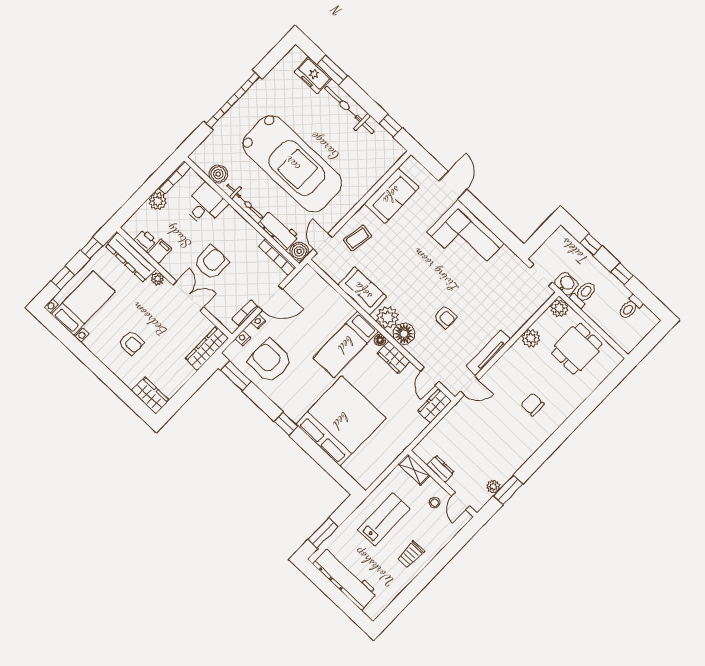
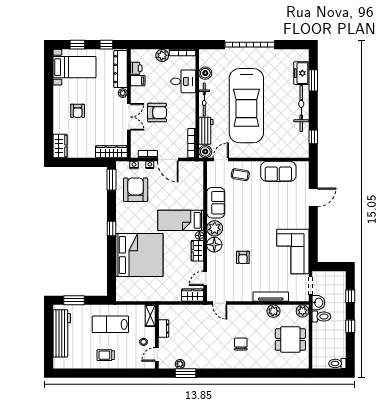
corner sofa: (466, 238) -> (293, 251), moved
toilet: (630, 307) -> (337, 363), moved
tv unit: (488, 353) -> (271, 297), moved
lab bench: (384, 519) -> (110, 324), turned 180

